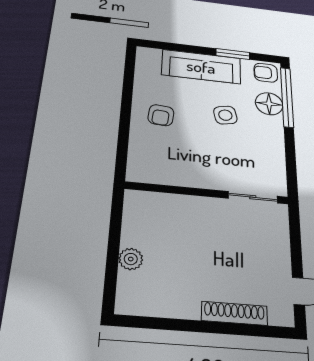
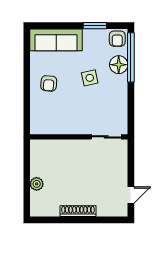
sofa: (201, 67) -> (56, 40), moved
armchair: (266, 73) -> (117, 39), turned -90
shoe rack: (234, 313) -> (78, 211), moved

